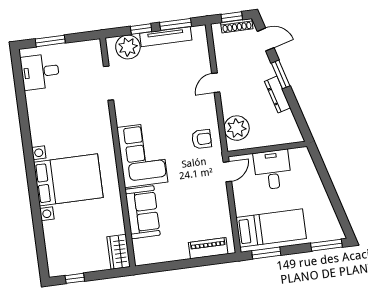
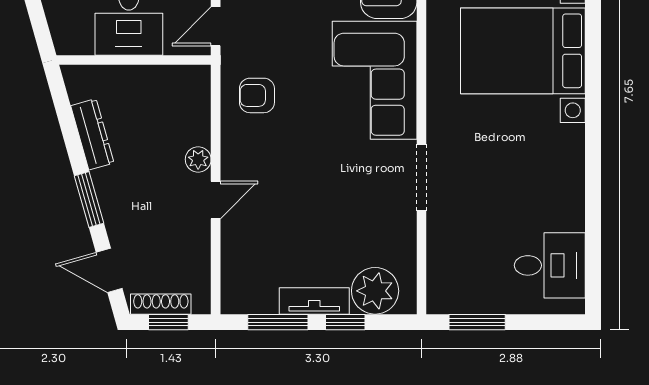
tv unit: (166, 37) -> (314, 301), width x0.71
window: (50, 41) -> (477, 322), moved
doorway: (108, 83) -> (421, 177), moved
dresser: (278, 95) -> (92, 134), moved
plant: (237, 128) -> (198, 159), moved, width x0.53, depth x0.53

